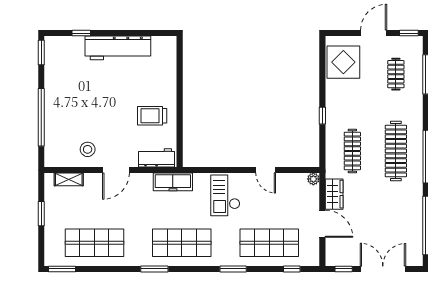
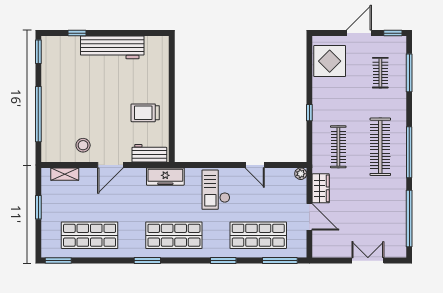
window: (292, 269) -> (280, 261), width x2.17
window: (344, 269) -> (330, 261), removed
double door: (383, 269) -> (368, 261), width x0.73

